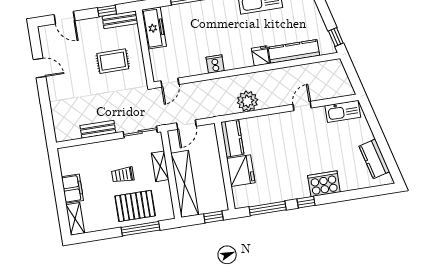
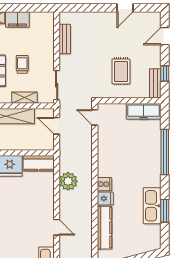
cooker: (215, 64) -> (104, 184), moved
bench: (98, 129) -> (65, 39), moved

